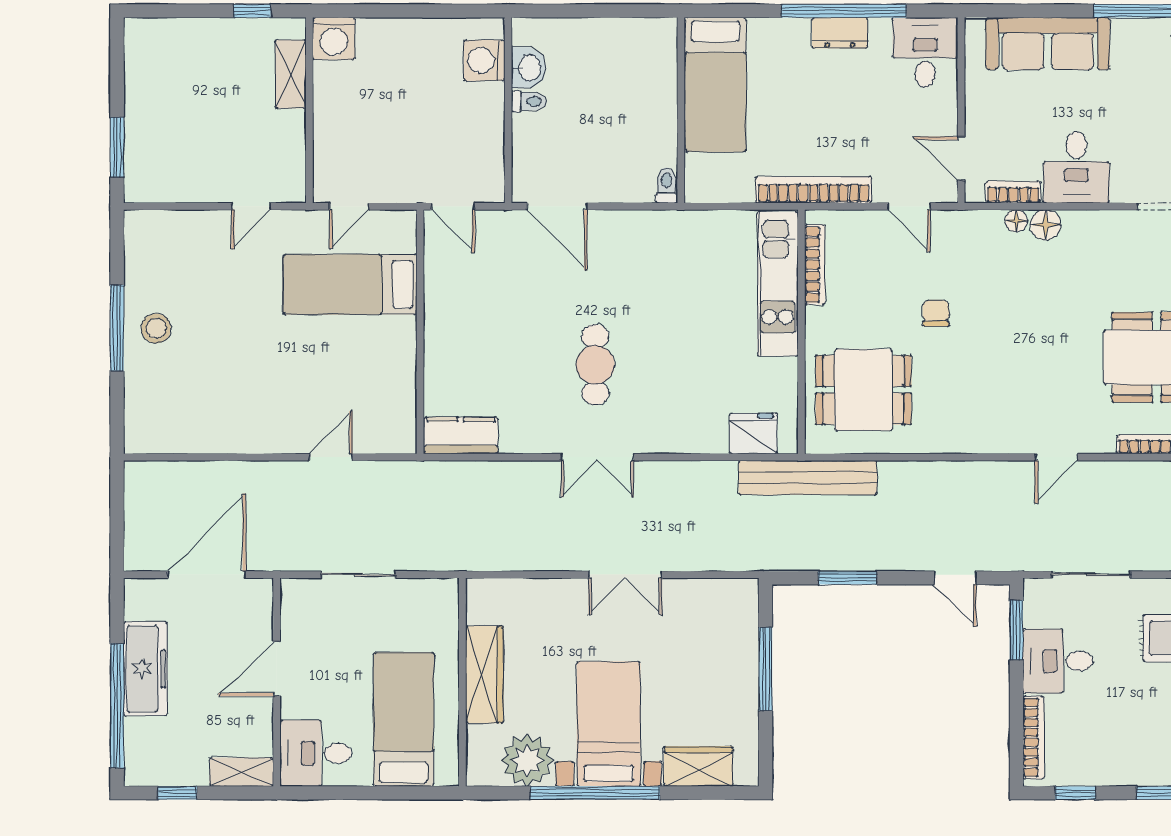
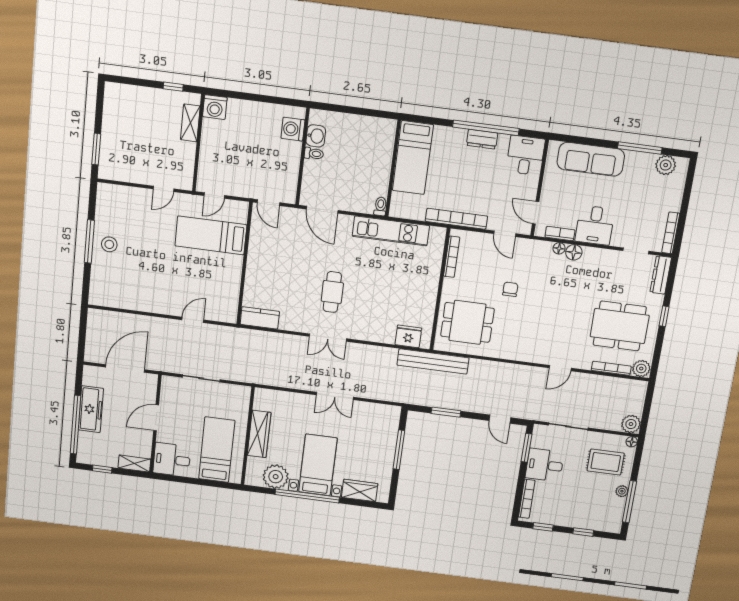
kitchen unit: (778, 284) -> (391, 231), moved, turned -90

